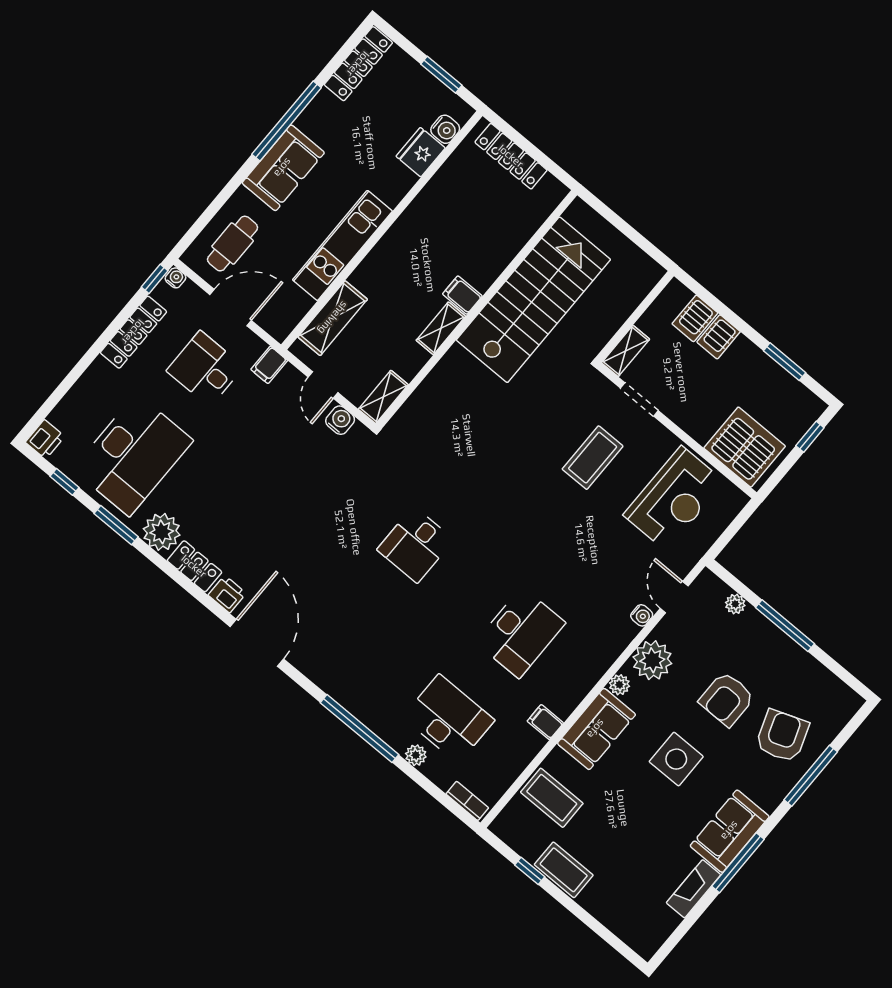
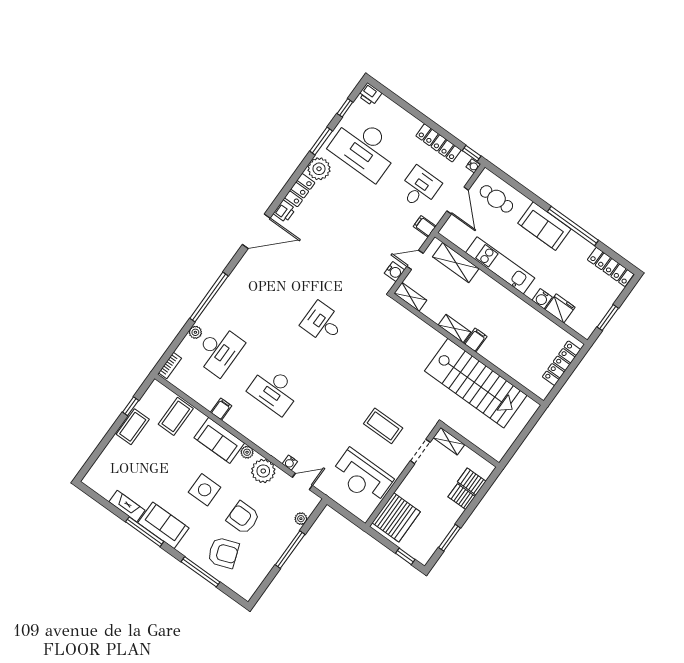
water cooler: (445, 129) -> (542, 299), moved

